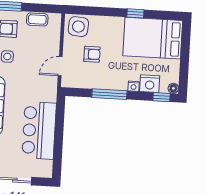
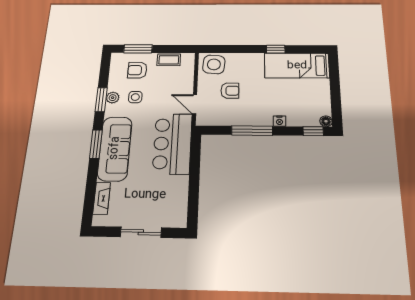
bed: (153, 38) -> (297, 66), width x0.67
door: (60, 66) -> (195, 104), hinge flipped
nightstand: (150, 84) -> (298, 118), removed
bar counter: (39, 130) -> (172, 144), moved

